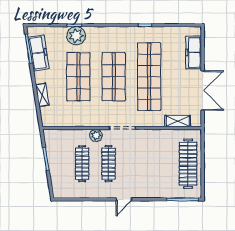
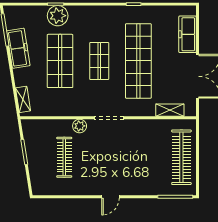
freezer: (39, 53) -> (18, 48), moved
shop shelf: (114, 77) -> (99, 61), width x0.70, depth x0.74
shelving: (42, 95) -> (23, 99), moved
clothes rail: (109, 164) -> (94, 157), removed

